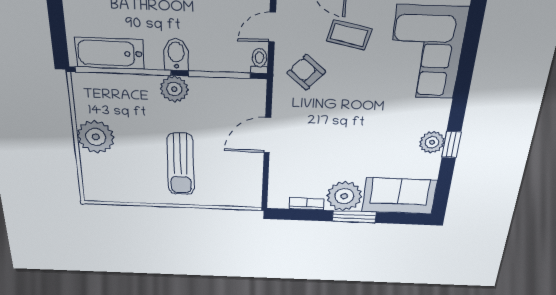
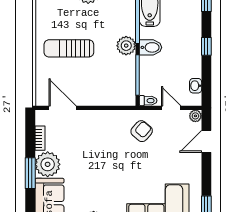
coffee table: (349, 35) -> (168, 156), removed
door: (267, 135) -> (62, 108), moved

